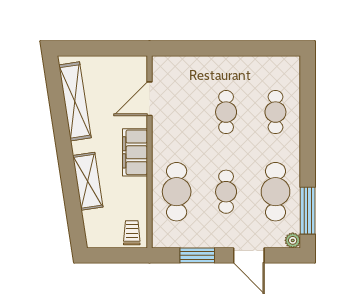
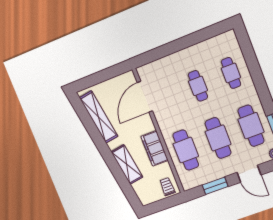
door: (149, 99) -> (145, 97), width x1.36
filing cabinet: (135, 152) -> (155, 148), moved
cafe table: (226, 192) -> (218, 138), width x1.37, depth x1.35

